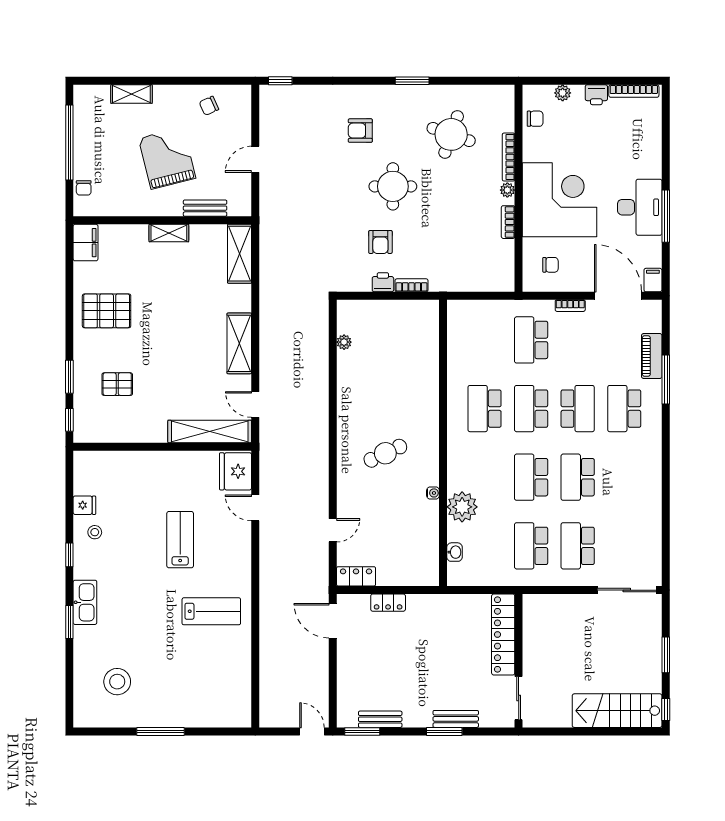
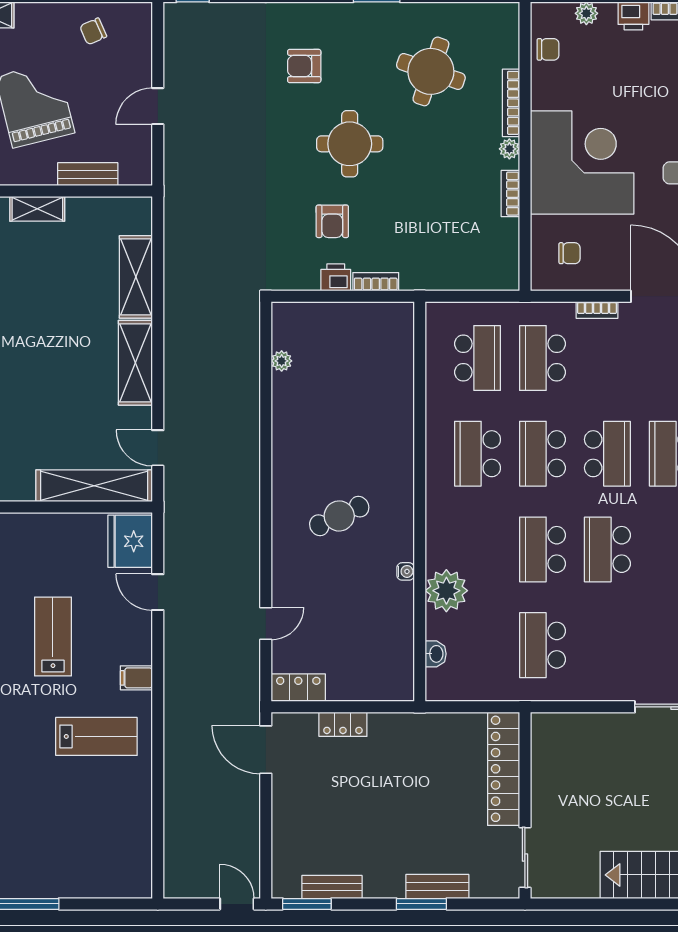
shelving: (240, 254) -> (136, 277), moved
school desk: (578, 546) -> (478, 358), moved, turned 180
filing cabinet: (240, 569) -> (136, 678), added

